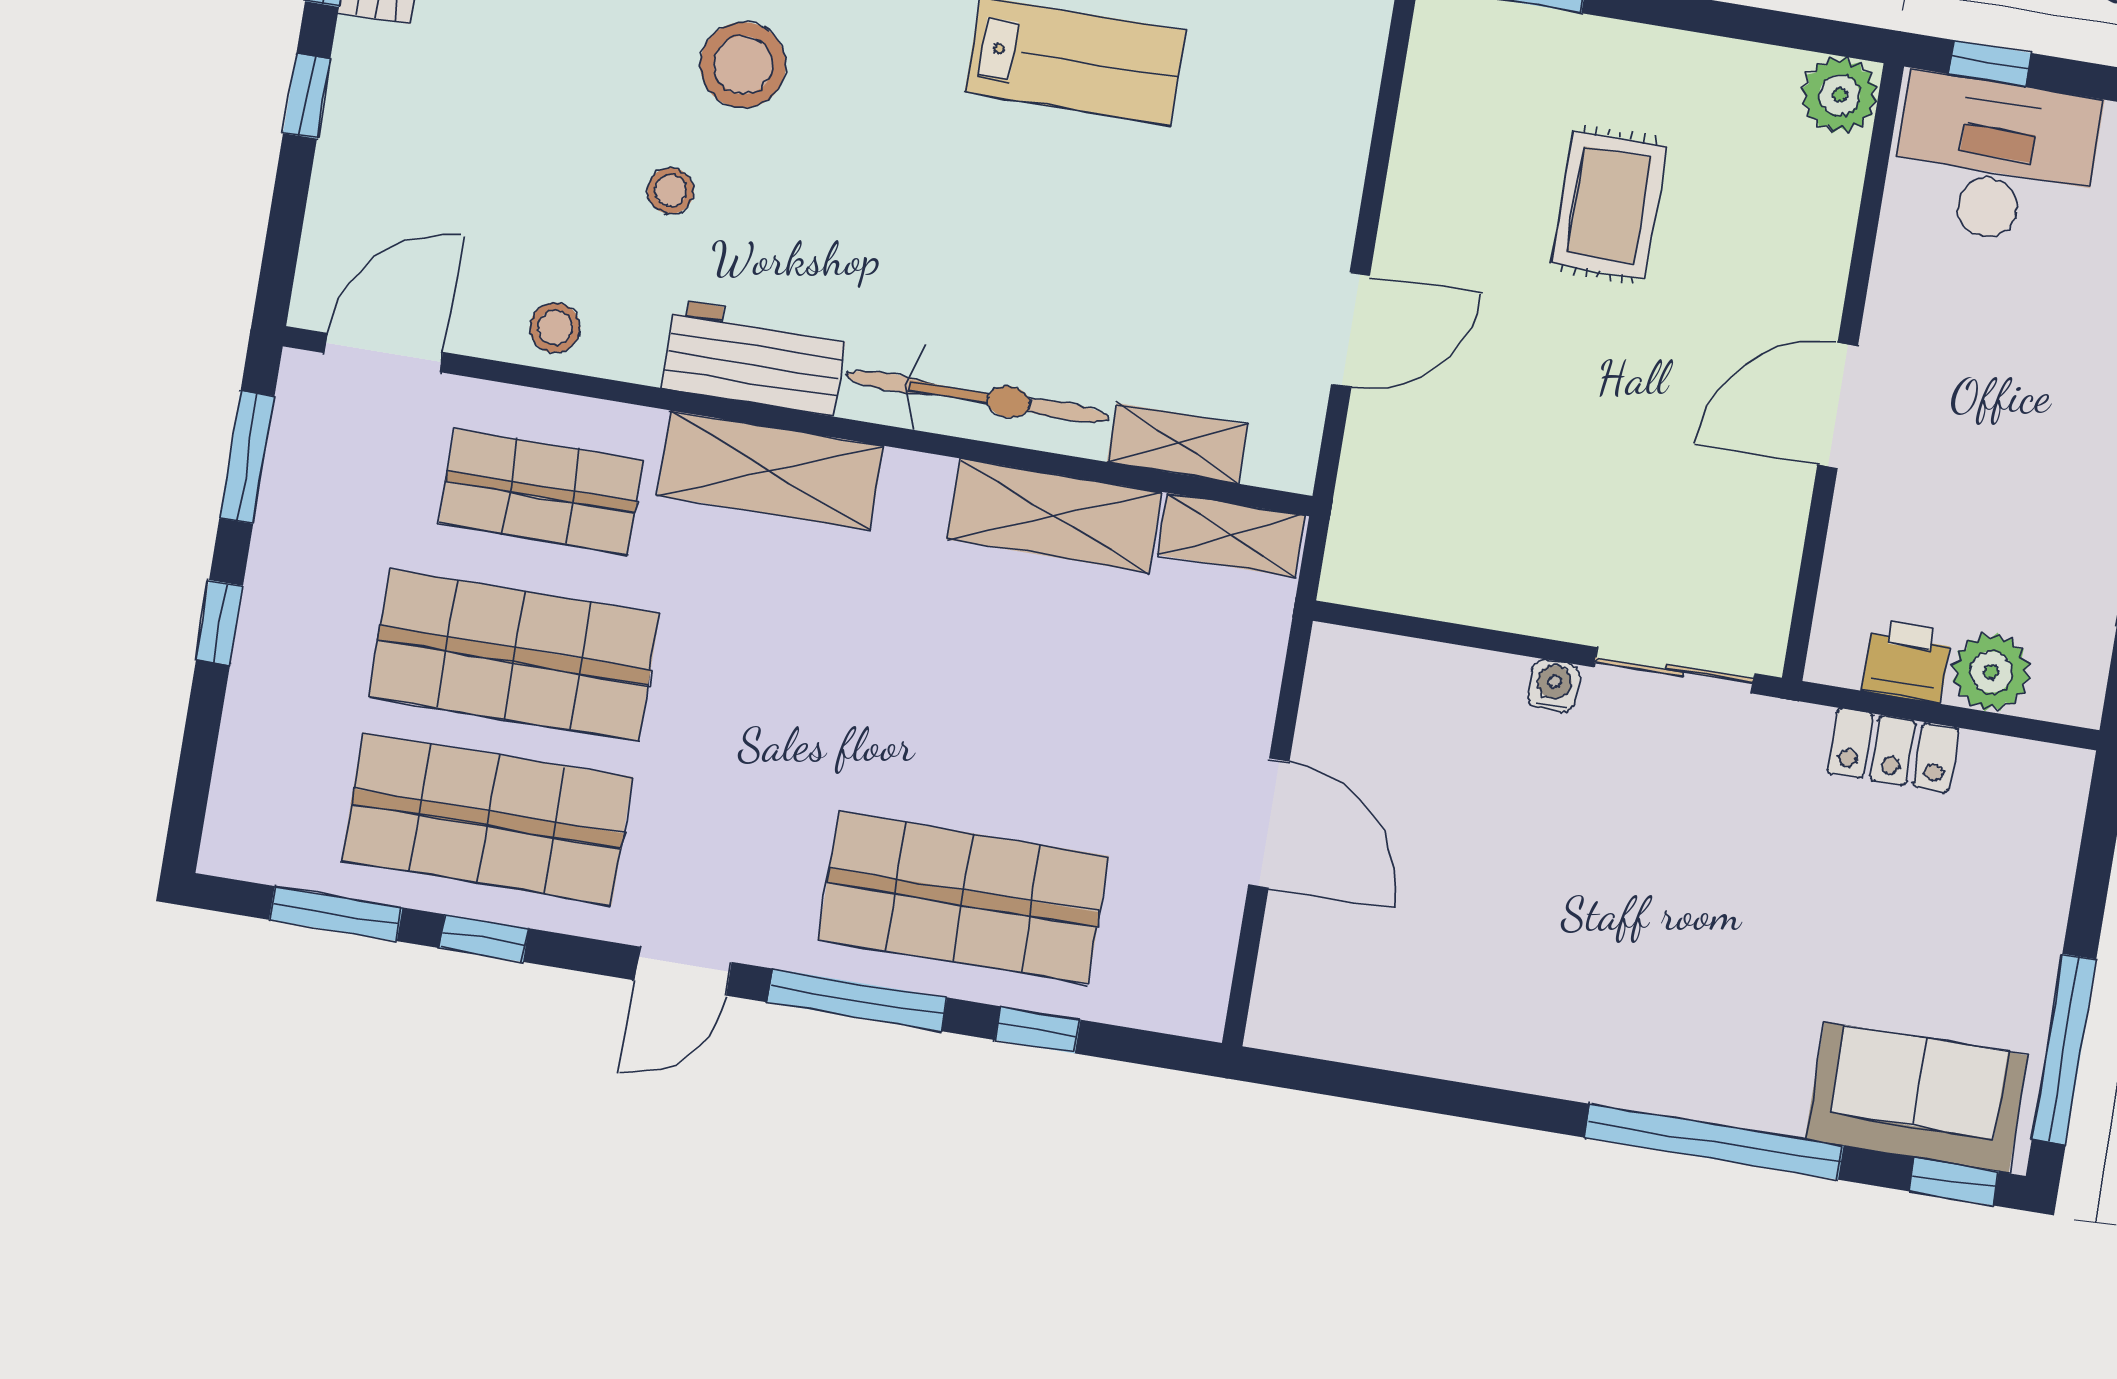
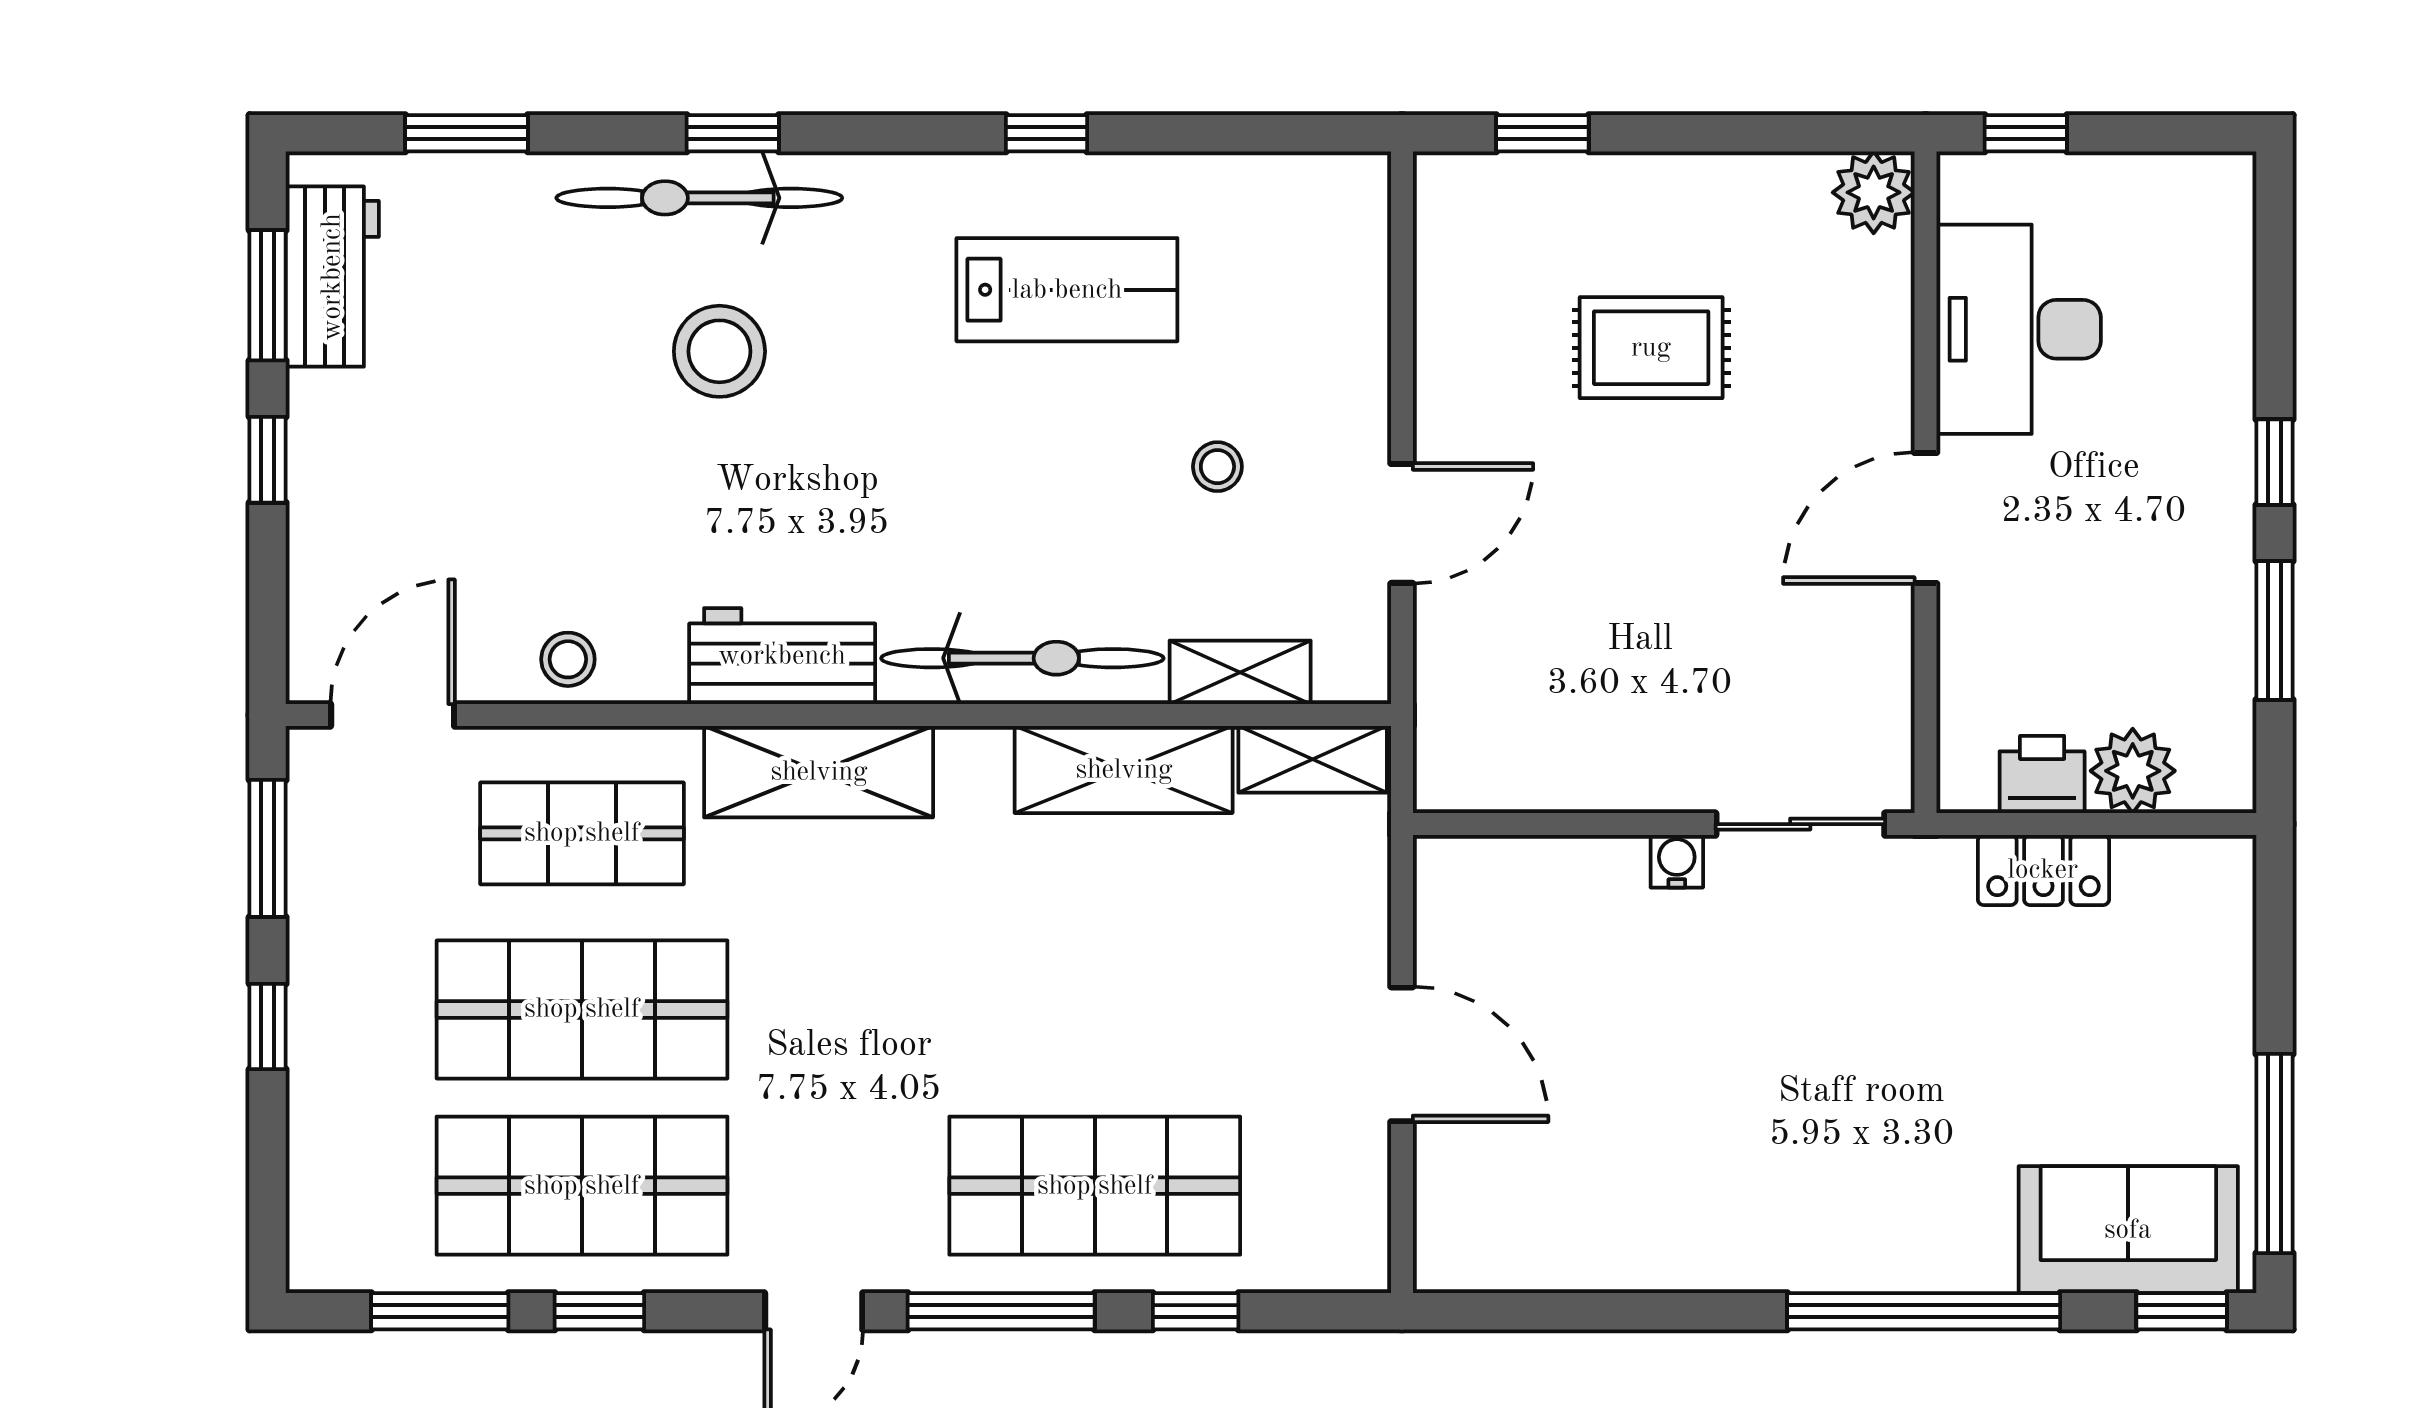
desk: (1995, 160) -> (2019, 329), moved, turned -90
stool: (671, 191) -> (1217, 467), moved
rug: (1609, 205) -> (1651, 348), turned 90

